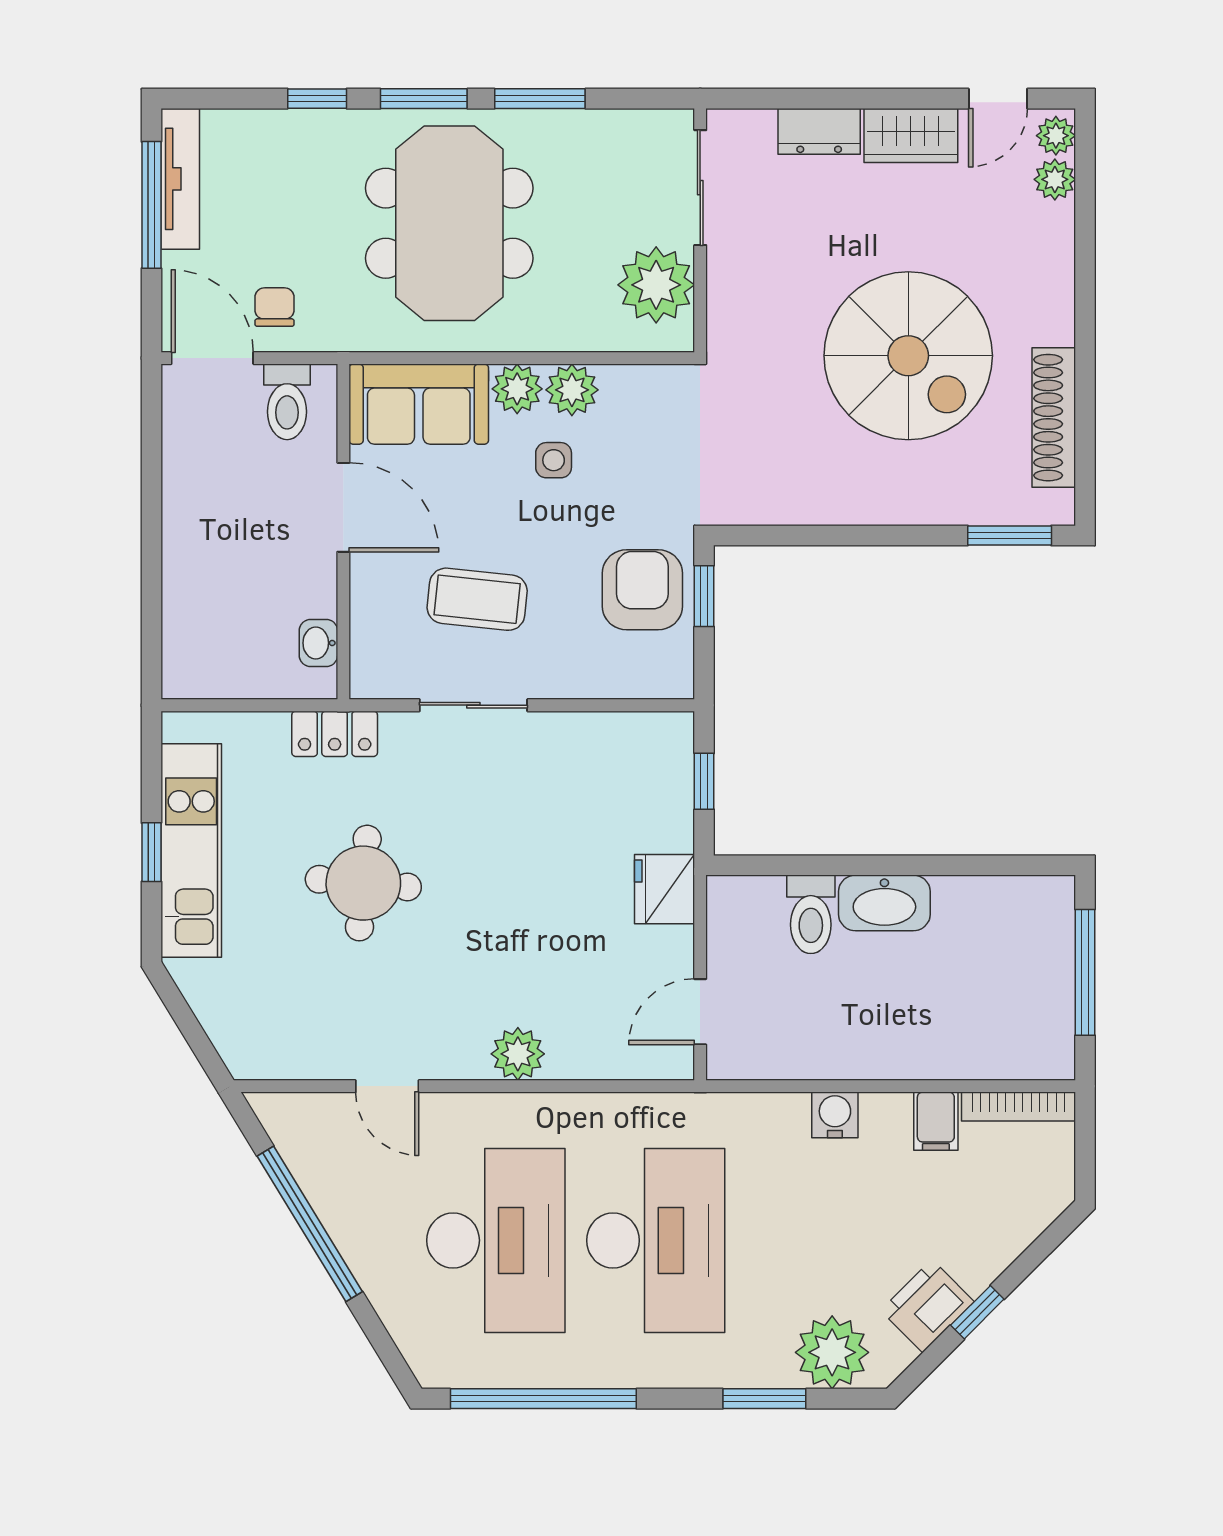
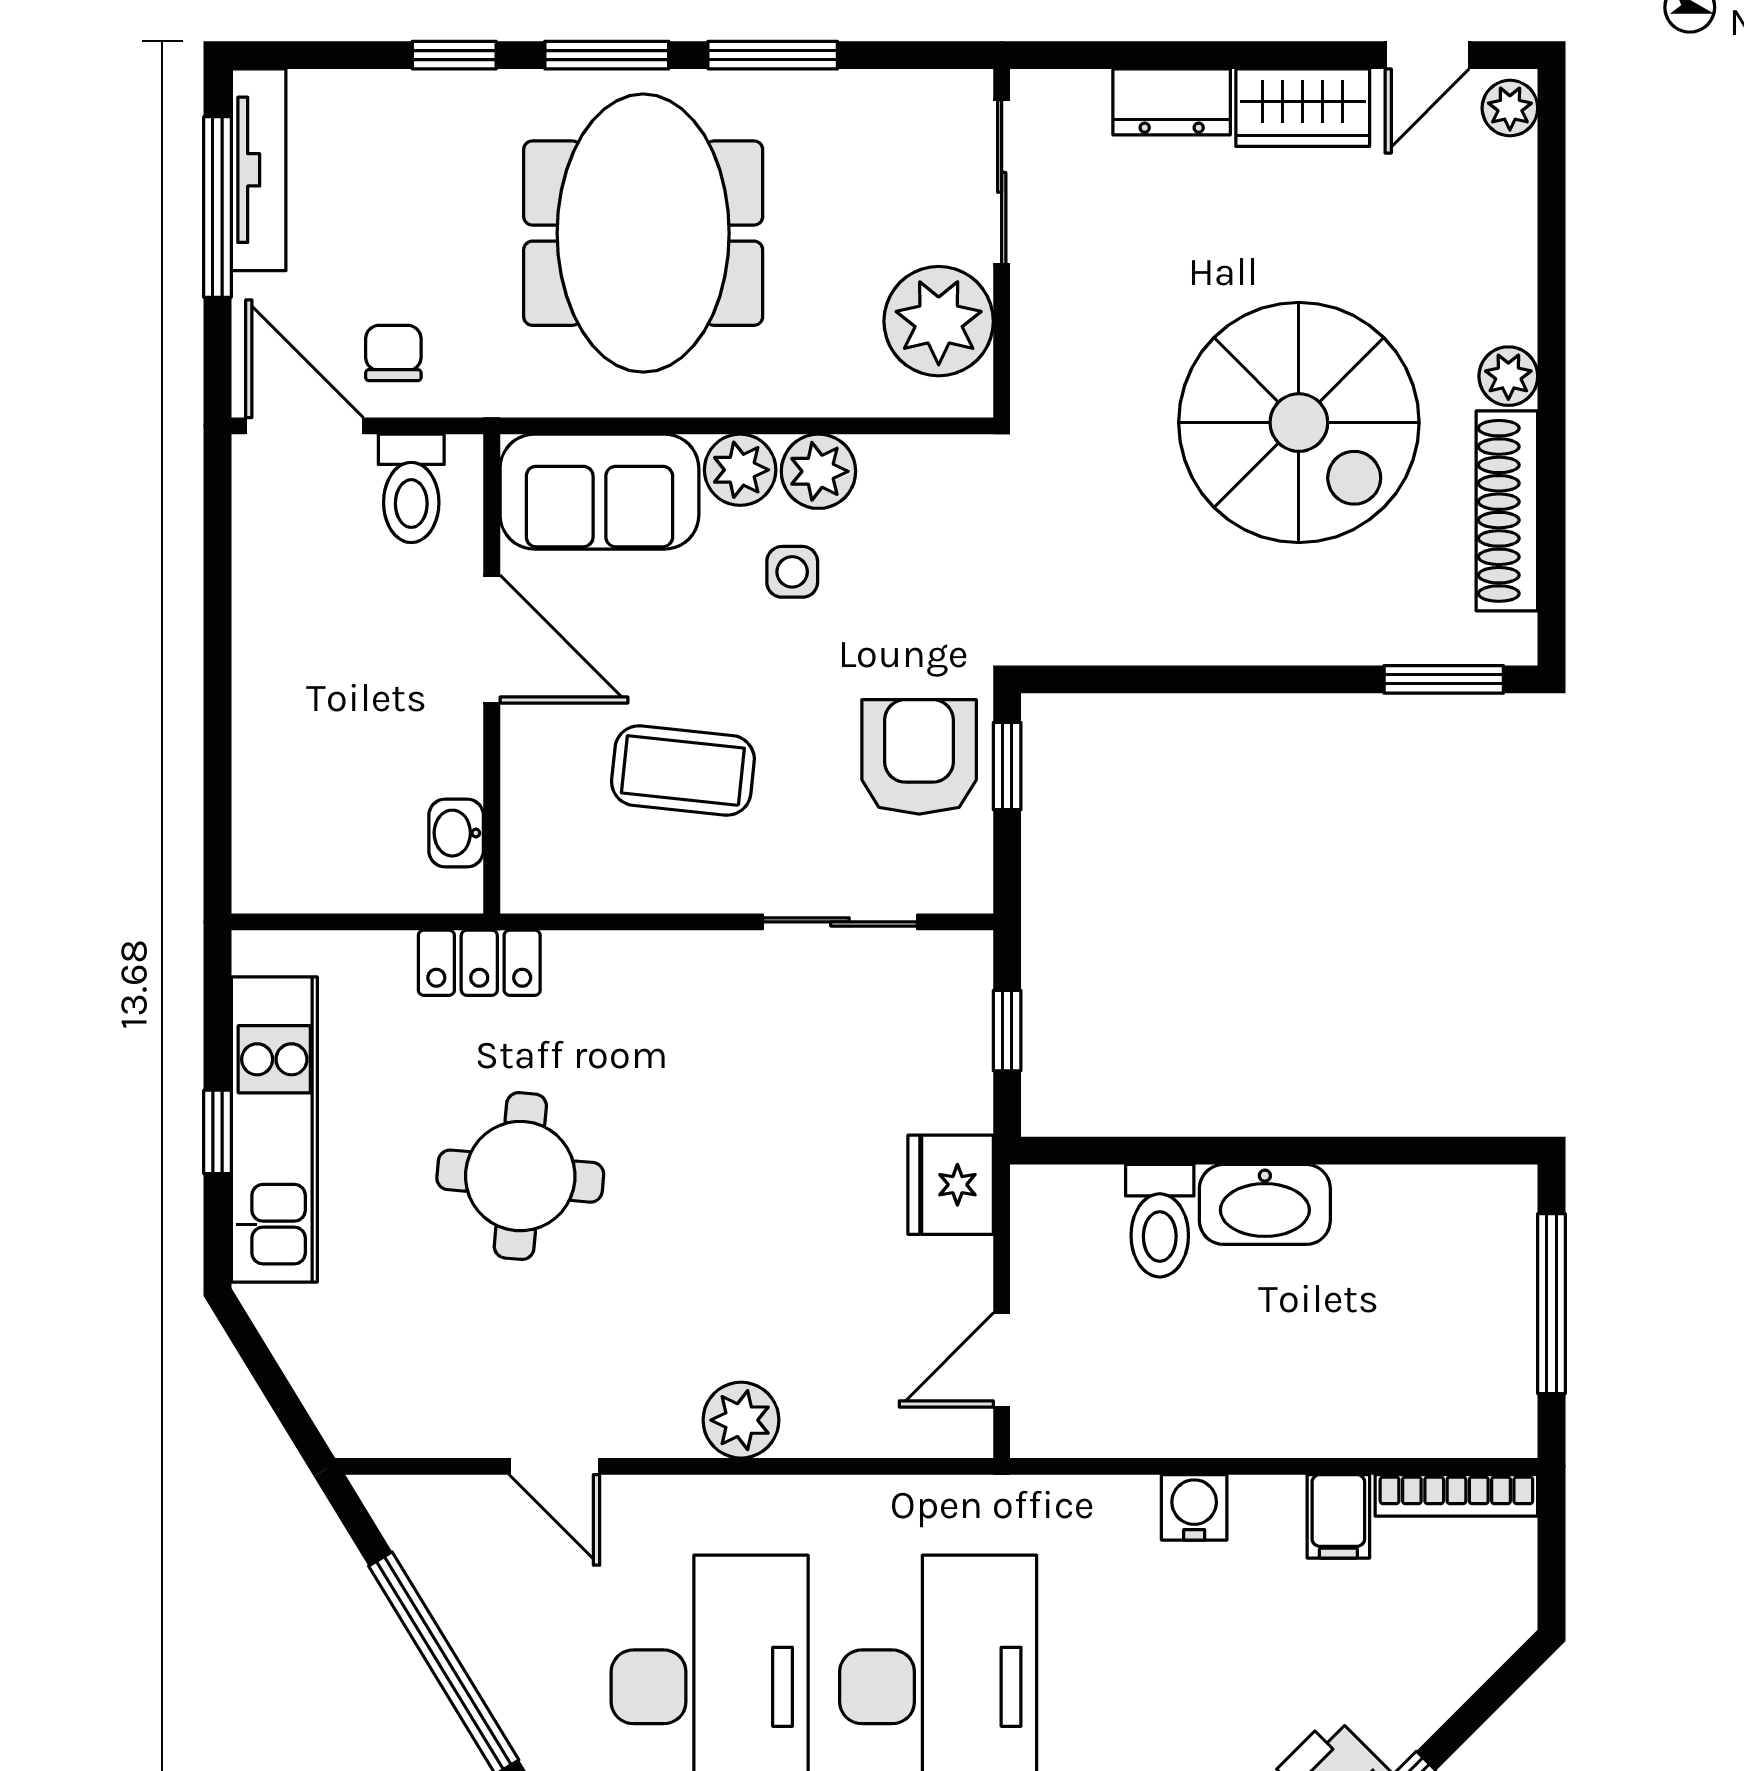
plant: (1055, 179) -> (1508, 376), moved
sliding door: (473, 705) -> (840, 922), moved

